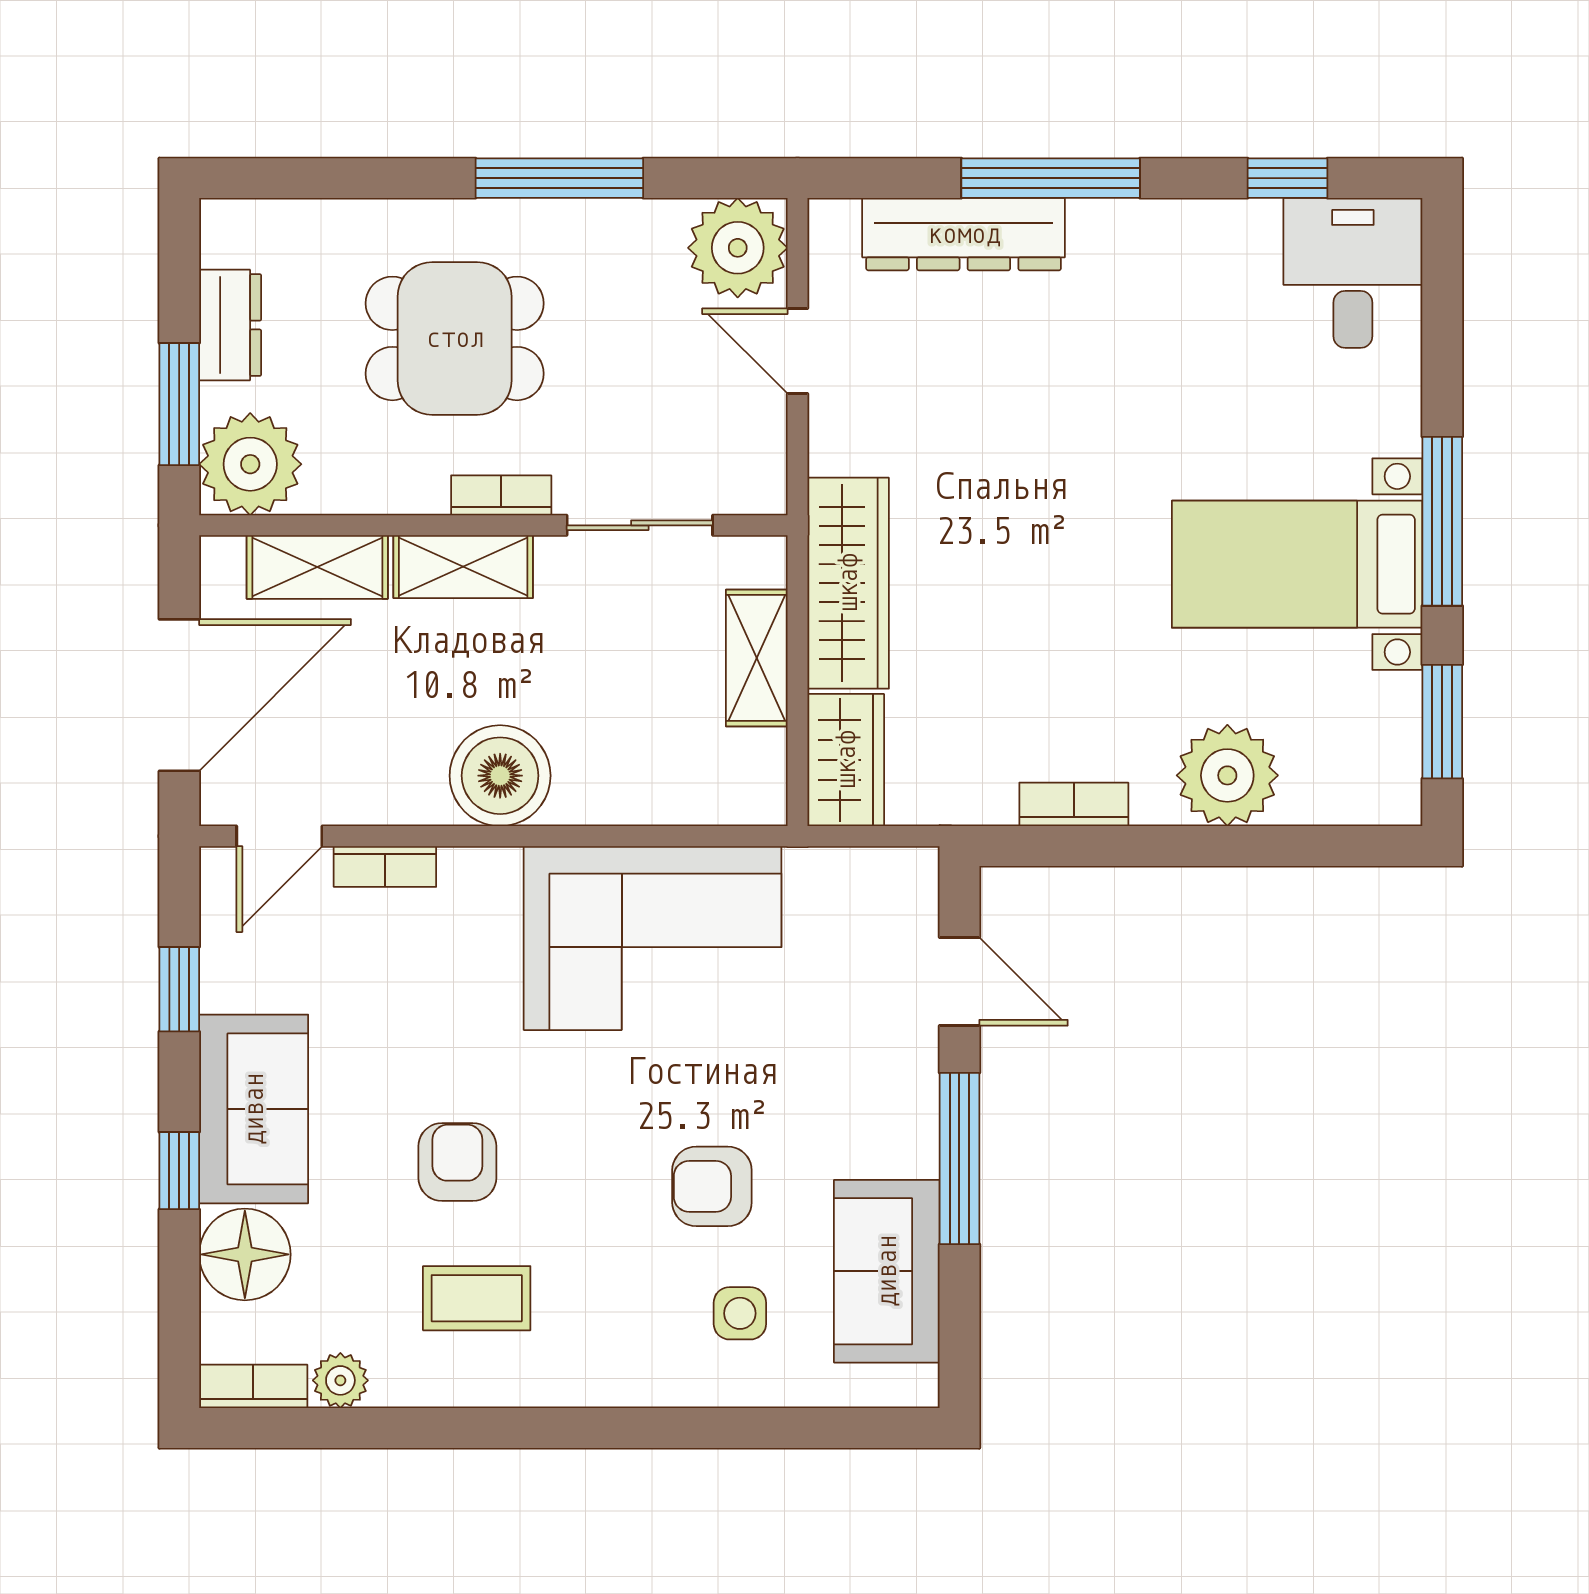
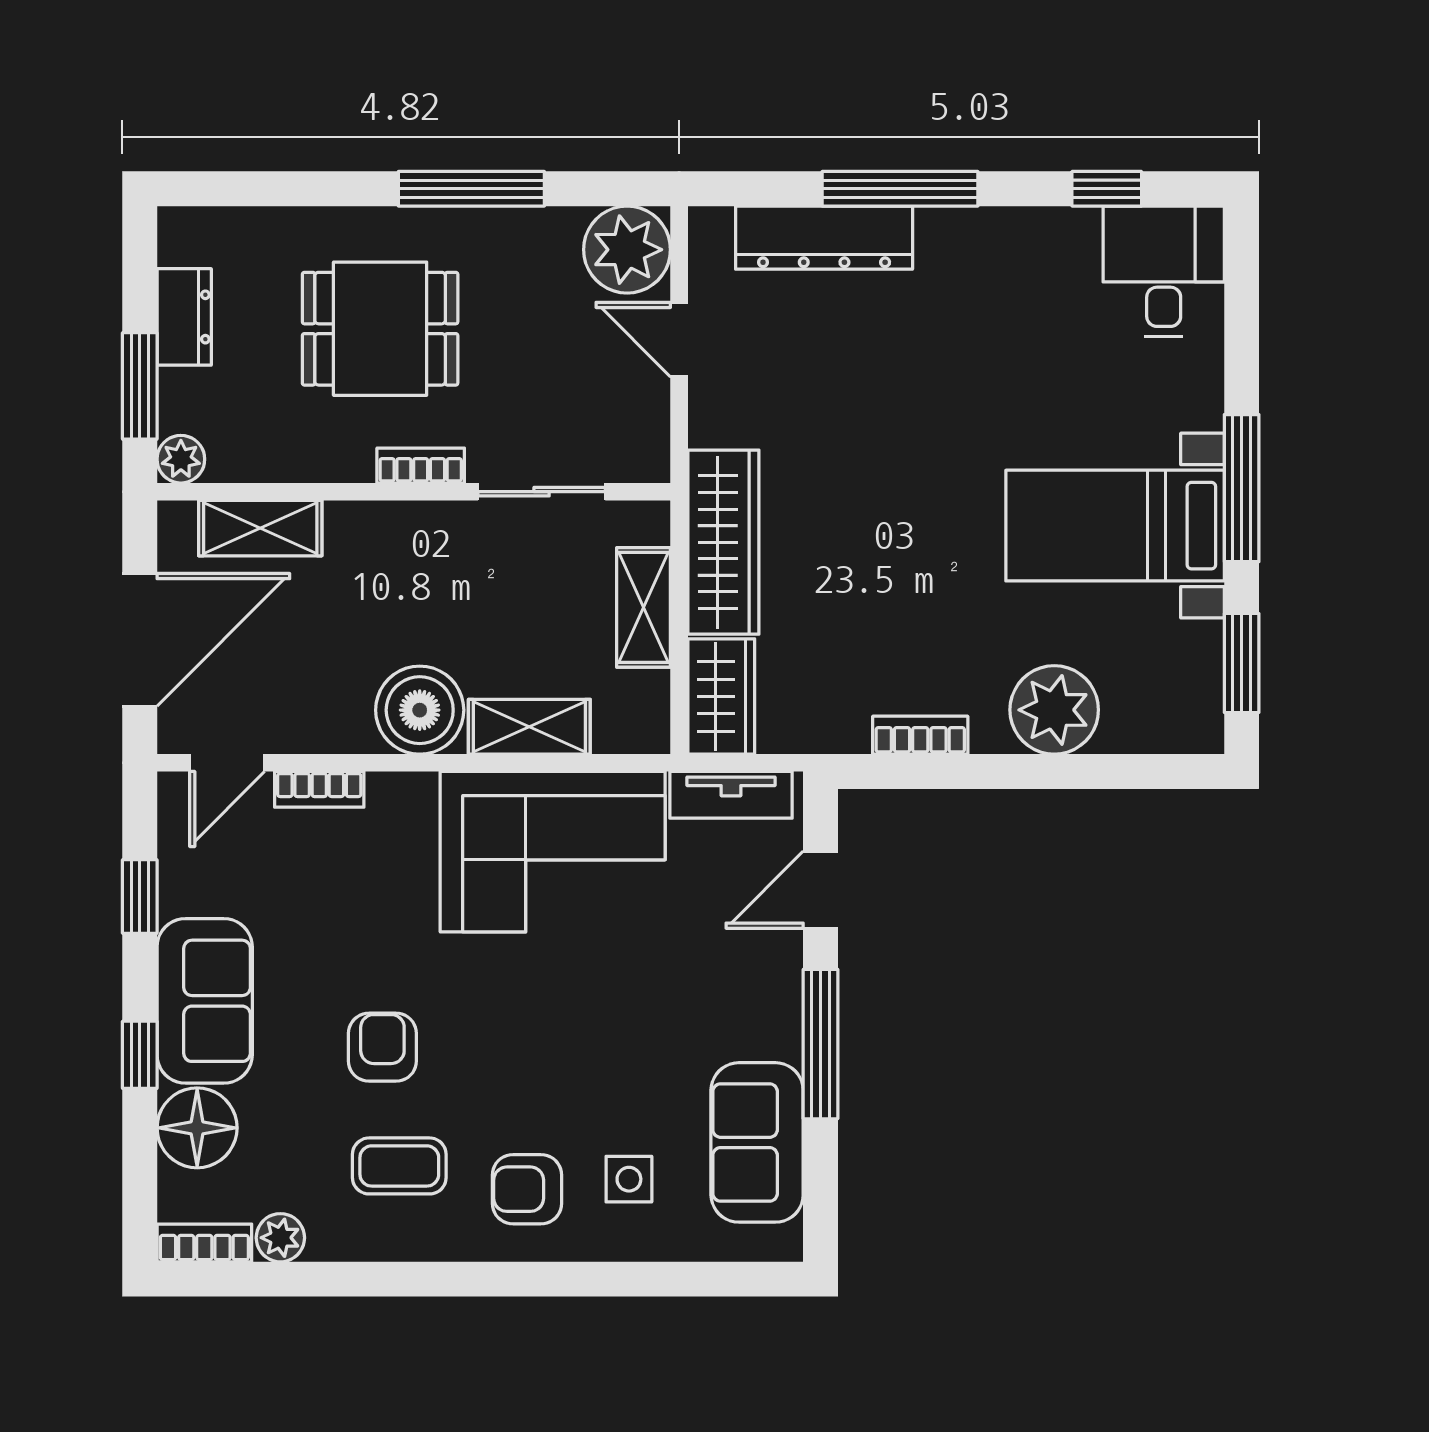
plant: (250, 464) -> (181, 459), width x0.53, depth x0.53
shelving: (463, 567) -> (529, 727), moved
tv unit: (857, 873) -> (731, 795), added
door: (959, 982) -> (820, 890), swing flipped
armchair: (712, 1186) -> (527, 1189), moved

